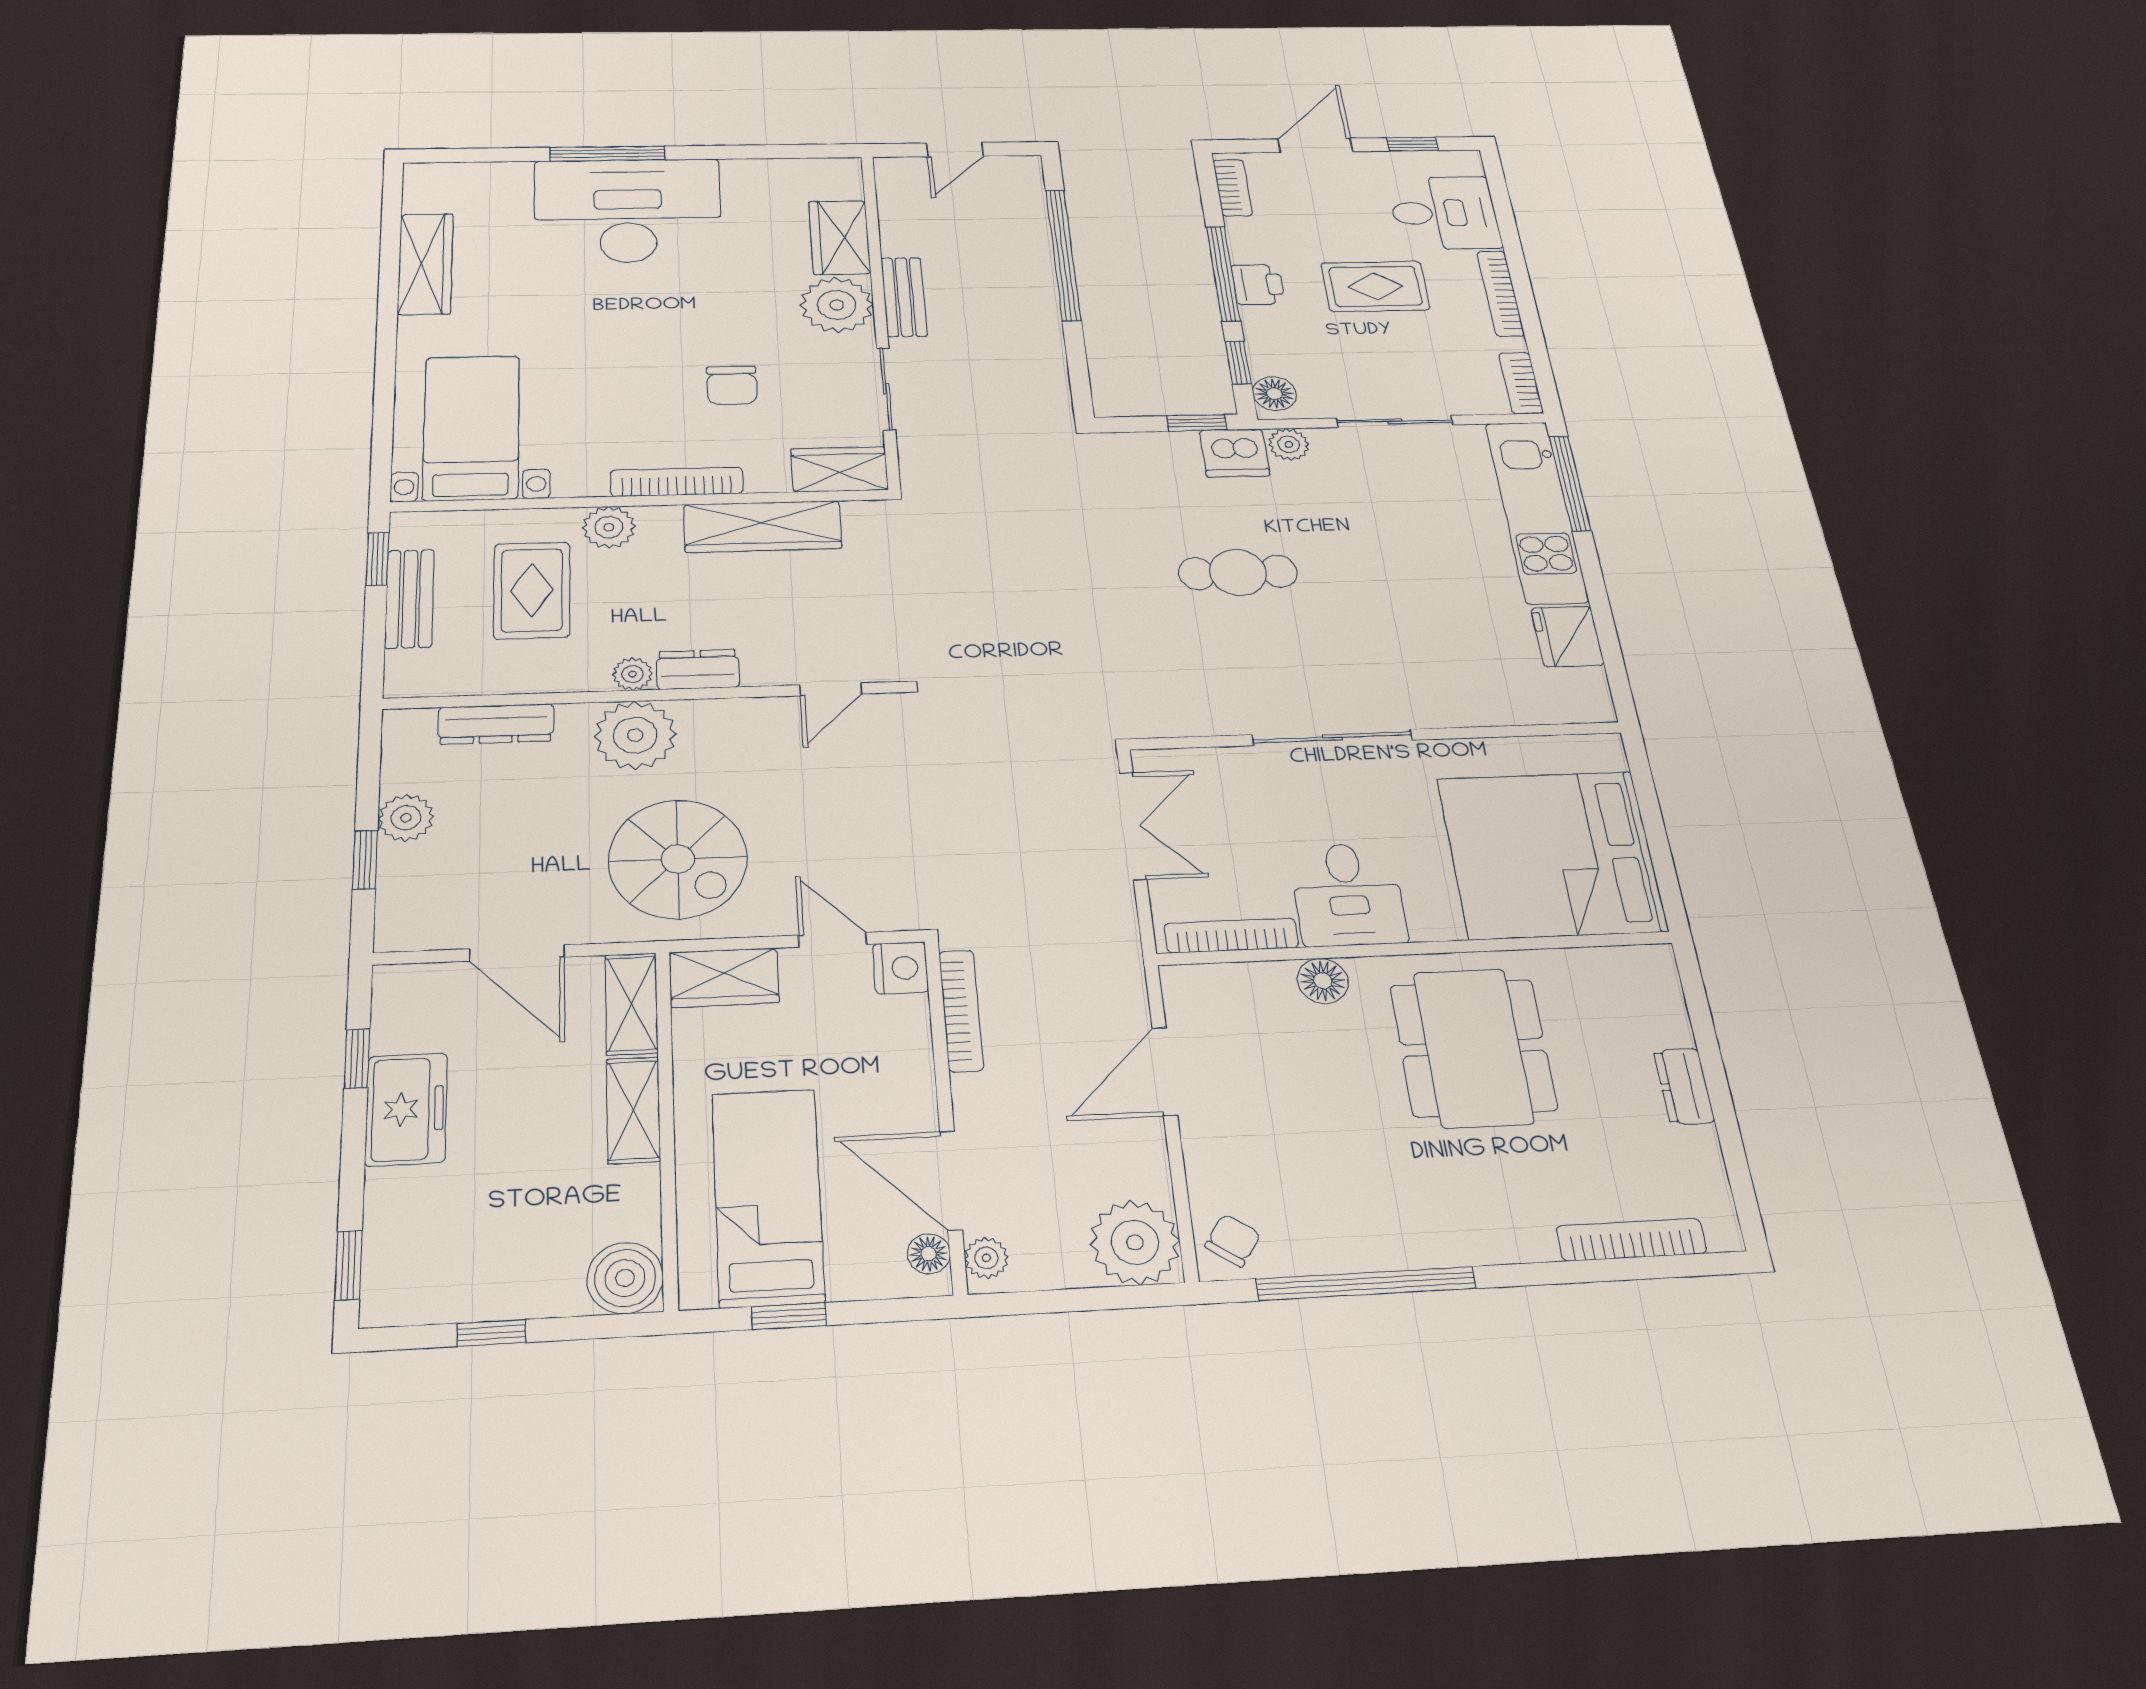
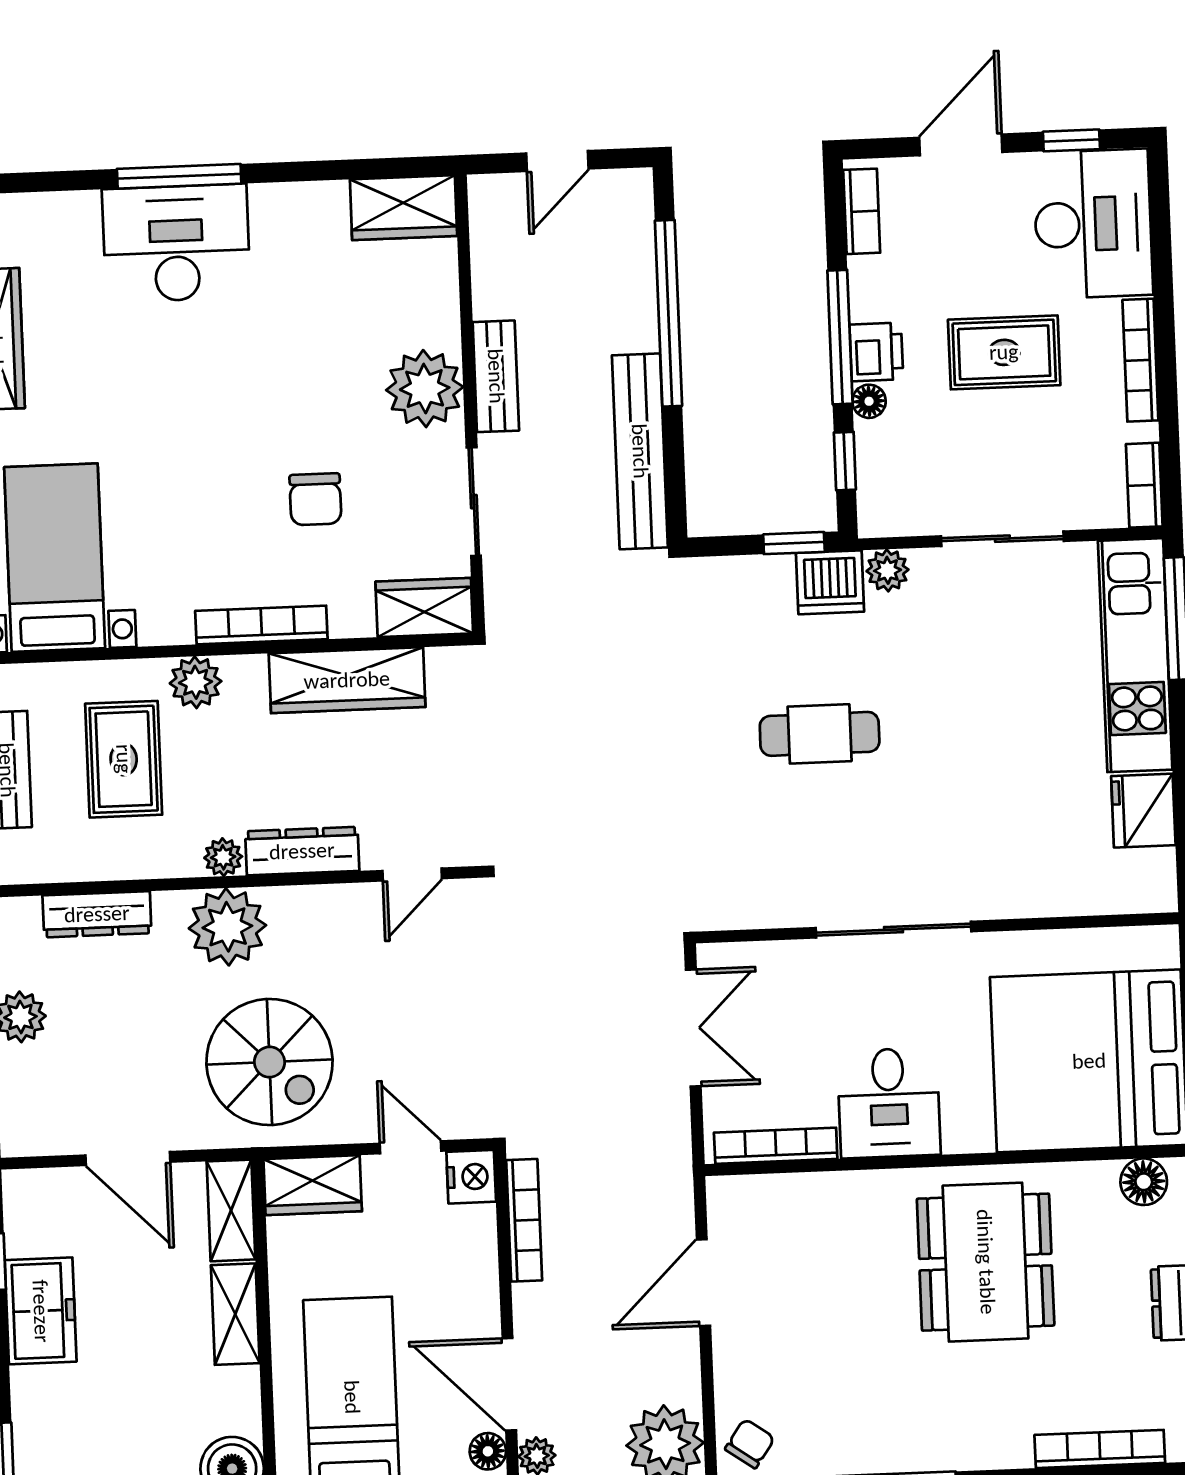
desk: (628, 211) -> (176, 243), width x0.73, depth x0.77
desk: (1444, 213) -> (1093, 224), width x1.37
wardrobe: (840, 237) -> (404, 208), moved, turned -90
bench: (1044, 353) -> (640, 451), added
floor lamp: (1274, 394) -> (869, 401), moved, width x0.73, depth x0.73
dresser: (698, 669) -> (302, 851), width x1.44
floor lamp: (1323, 981) -> (1144, 1182), moved

